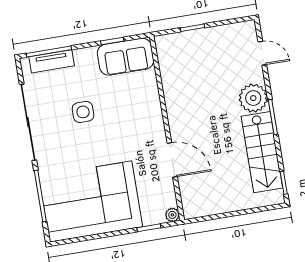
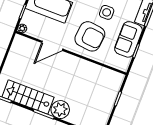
sofa: (126, 57) -> (128, 39), moved
armchair: (129, 116) -> (90, 36), added

